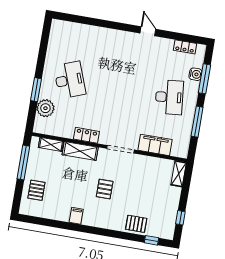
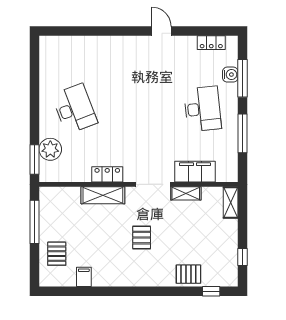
window: (36, 90) -> (34, 159), moved
shelving: (51, 144) -> (186, 193), moved
filing cabinet: (76, 216) -> (84, 277), moved

